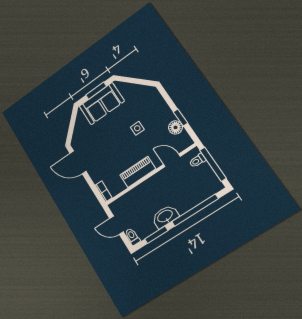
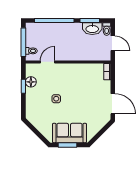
door: (172, 160) -> (48, 62), swing flipped
piano: (138, 172) -> (75, 69), removed
washbasin: (165, 216) -> (92, 29), moved

